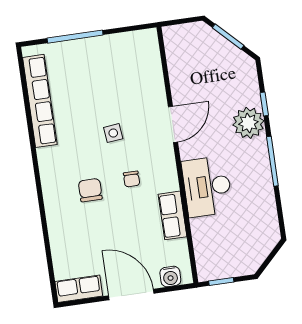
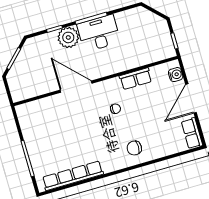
door: (173, 124) -> (76, 87), width x1.36
side table: (113, 133) -> (87, 125), removed
desk: (207, 187) -> (99, 33), moved, turned 180
chair: (90, 190) -> (134, 148), moved

